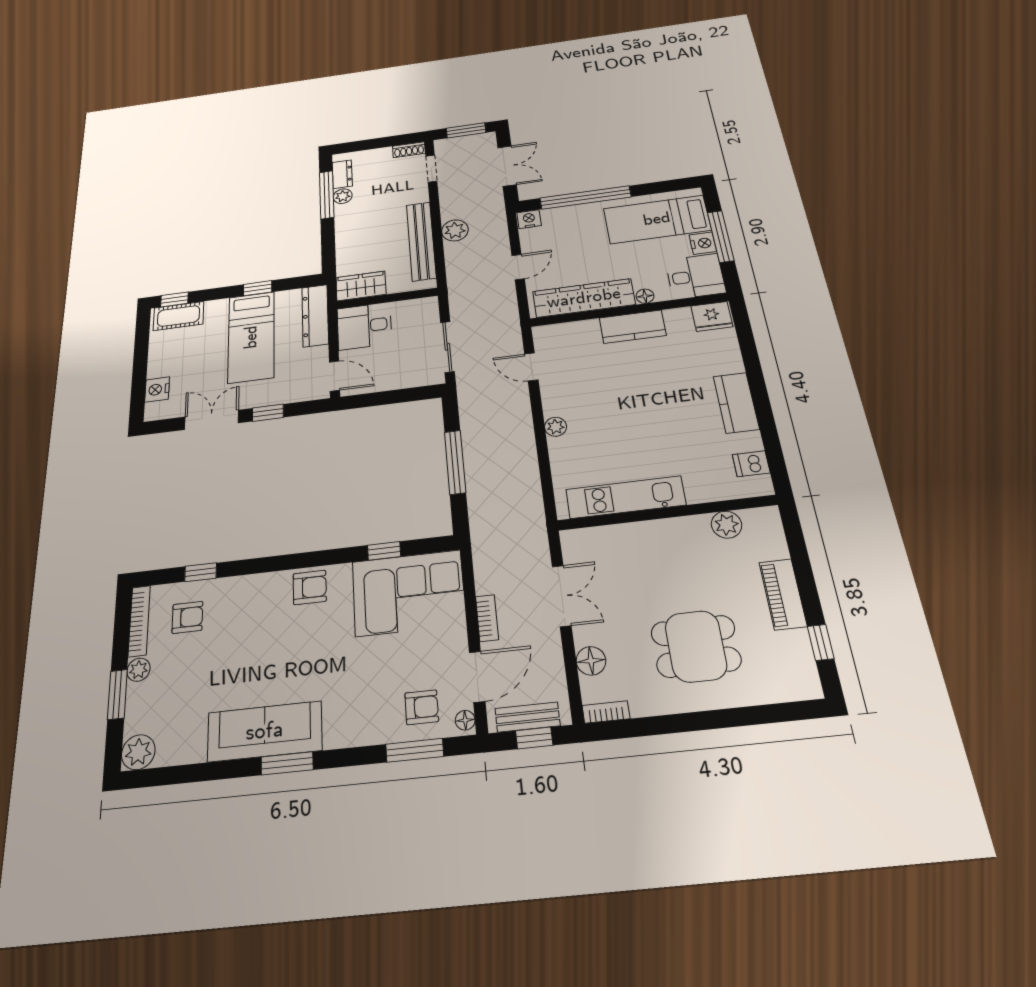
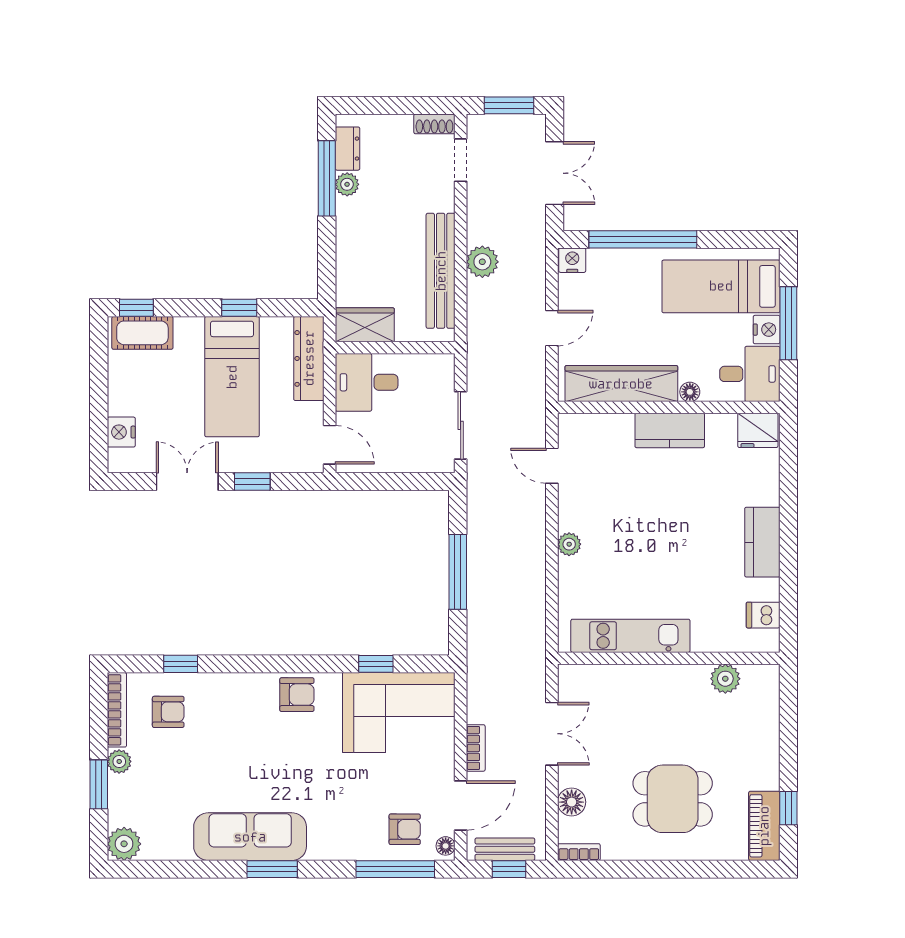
piano: (783, 594) -> (764, 826), moved
window: (415, 750) -> (395, 869), width x1.44

